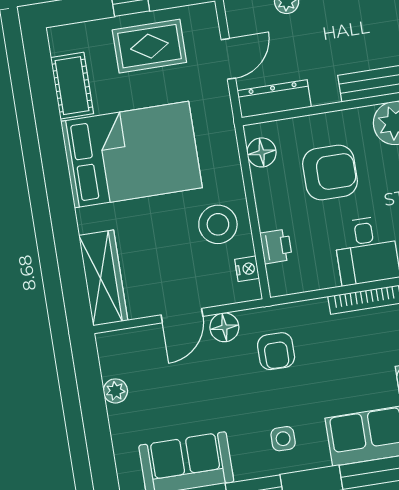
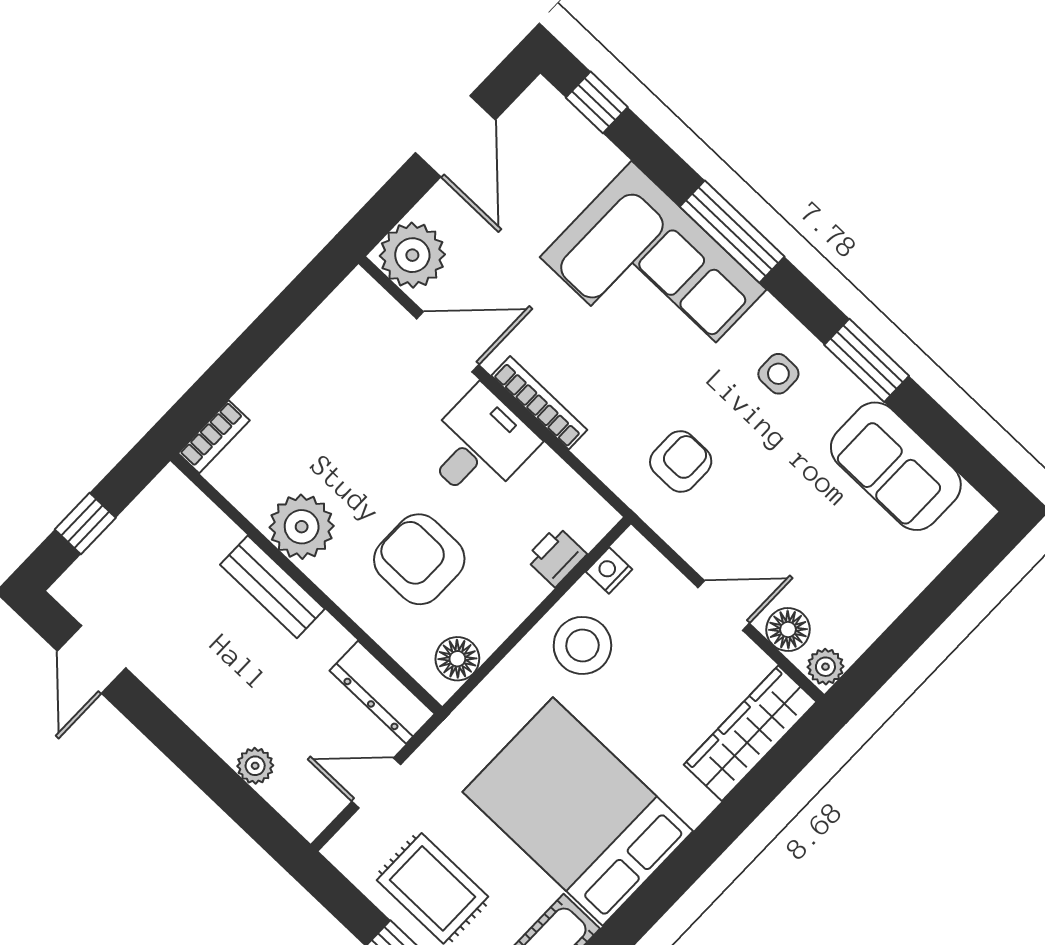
floor lamp: (224, 327) -> (788, 630), moved
plant: (115, 391) -> (825, 667), moved

